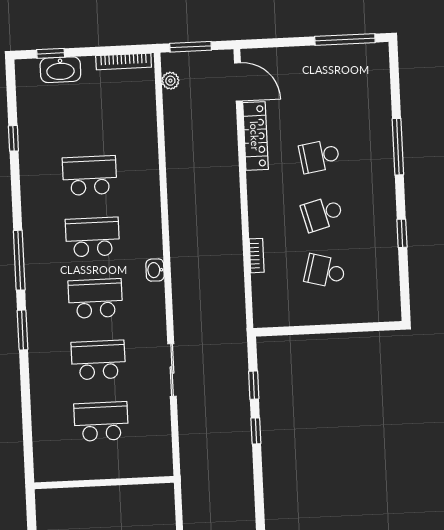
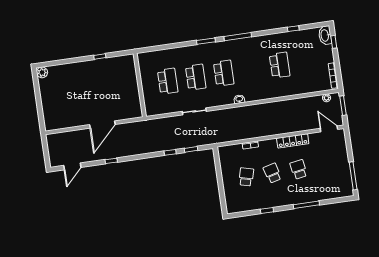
washbasin: (60, 70) -> (325, 35), moved
door: (238, 82) -> (329, 129), swing flipped
locker: (255, 136) -> (293, 141), moved
school desk: (92, 237) -> (252, 69), removed

